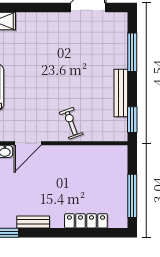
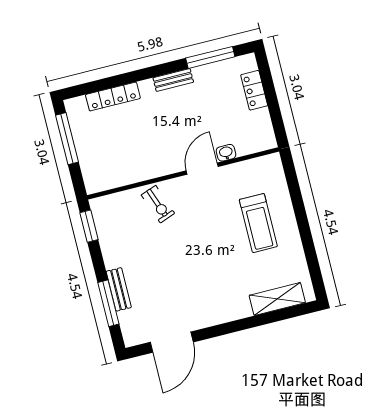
bench: (121, 93) -> (119, 289), moved, width x0.73

